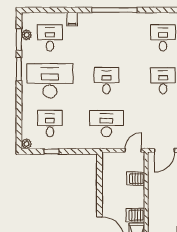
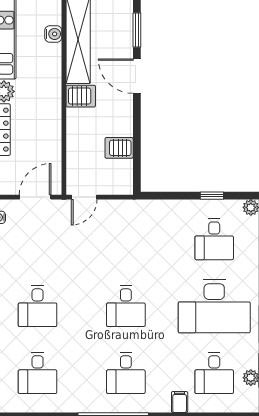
desk: (106, 124) -> (126, 373), moved, width x0.73
server rack: (136, 179) -> (119, 148), moved, turned 180

